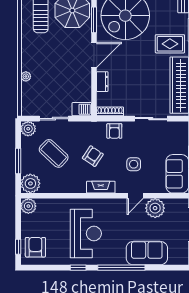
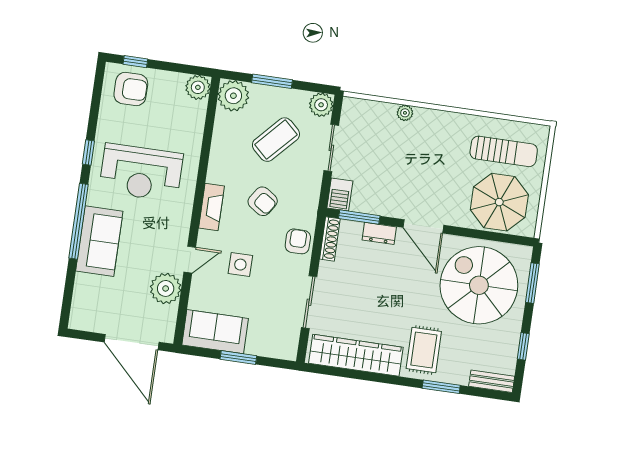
window: (94, 20) -> (359, 217), moved
armchair: (114, 131) -> (298, 241), turned 90
door: (135, 196) -> (190, 260), swing flipped
sofa: (147, 253) -> (99, 241), moved

